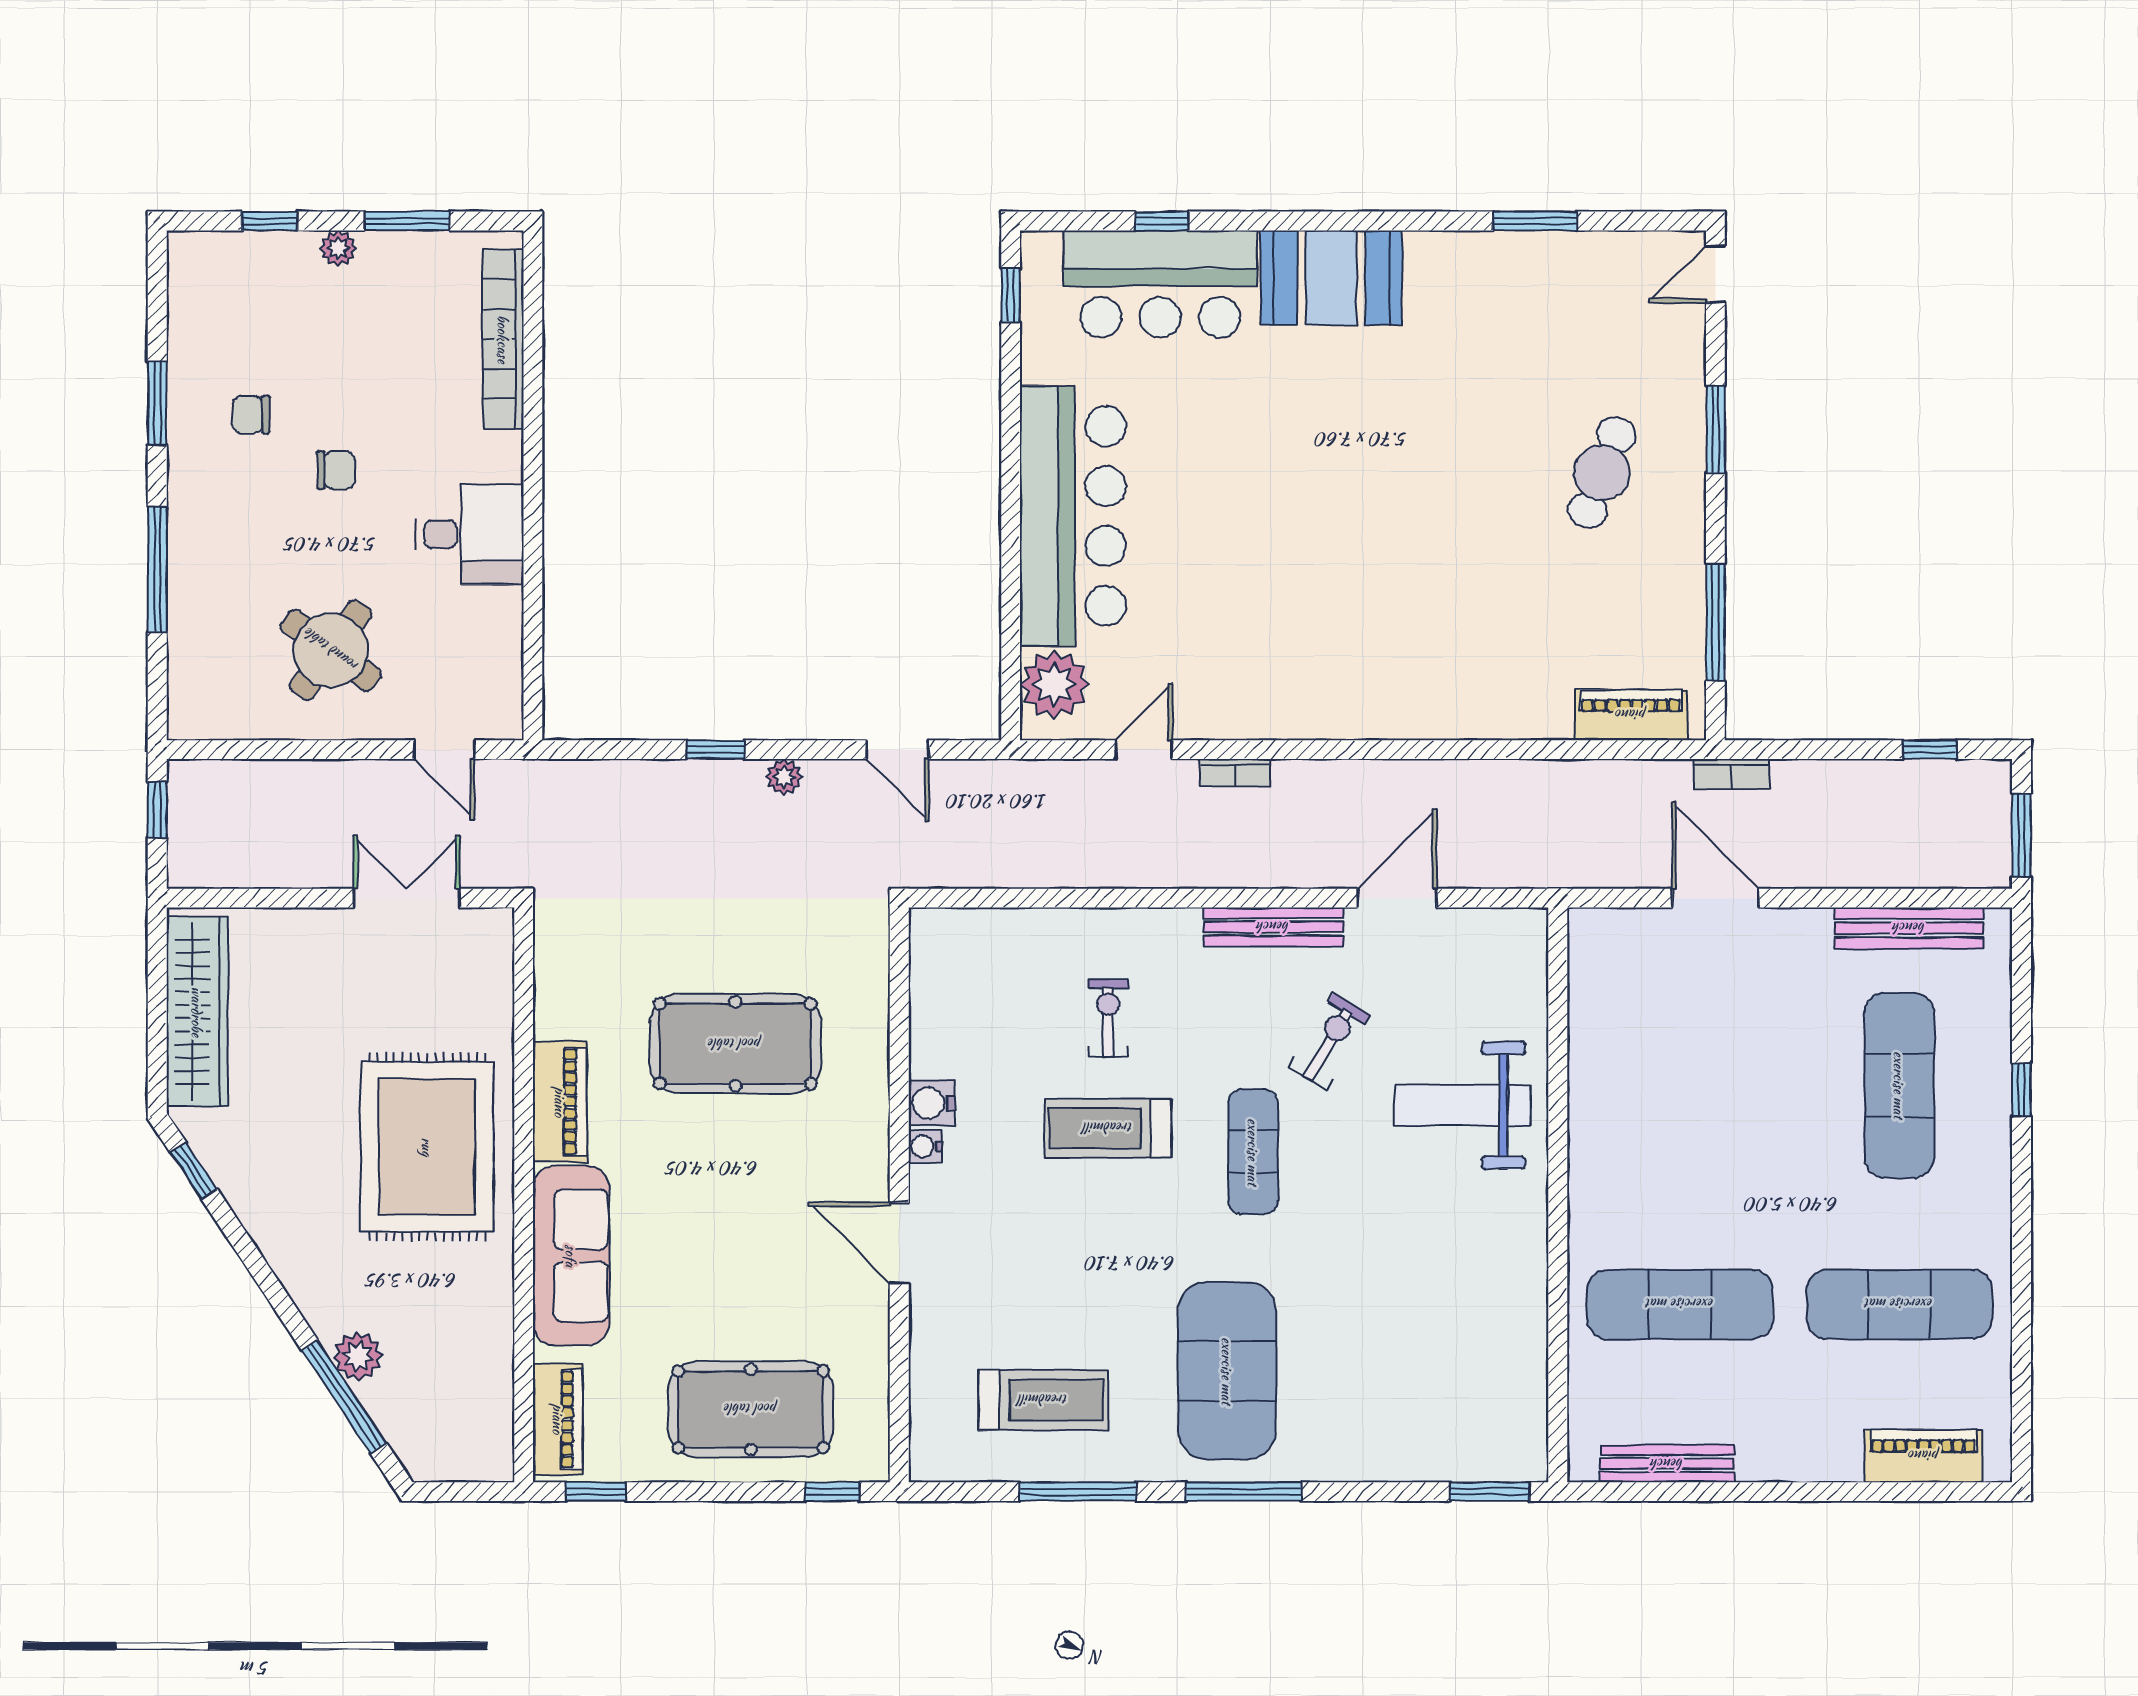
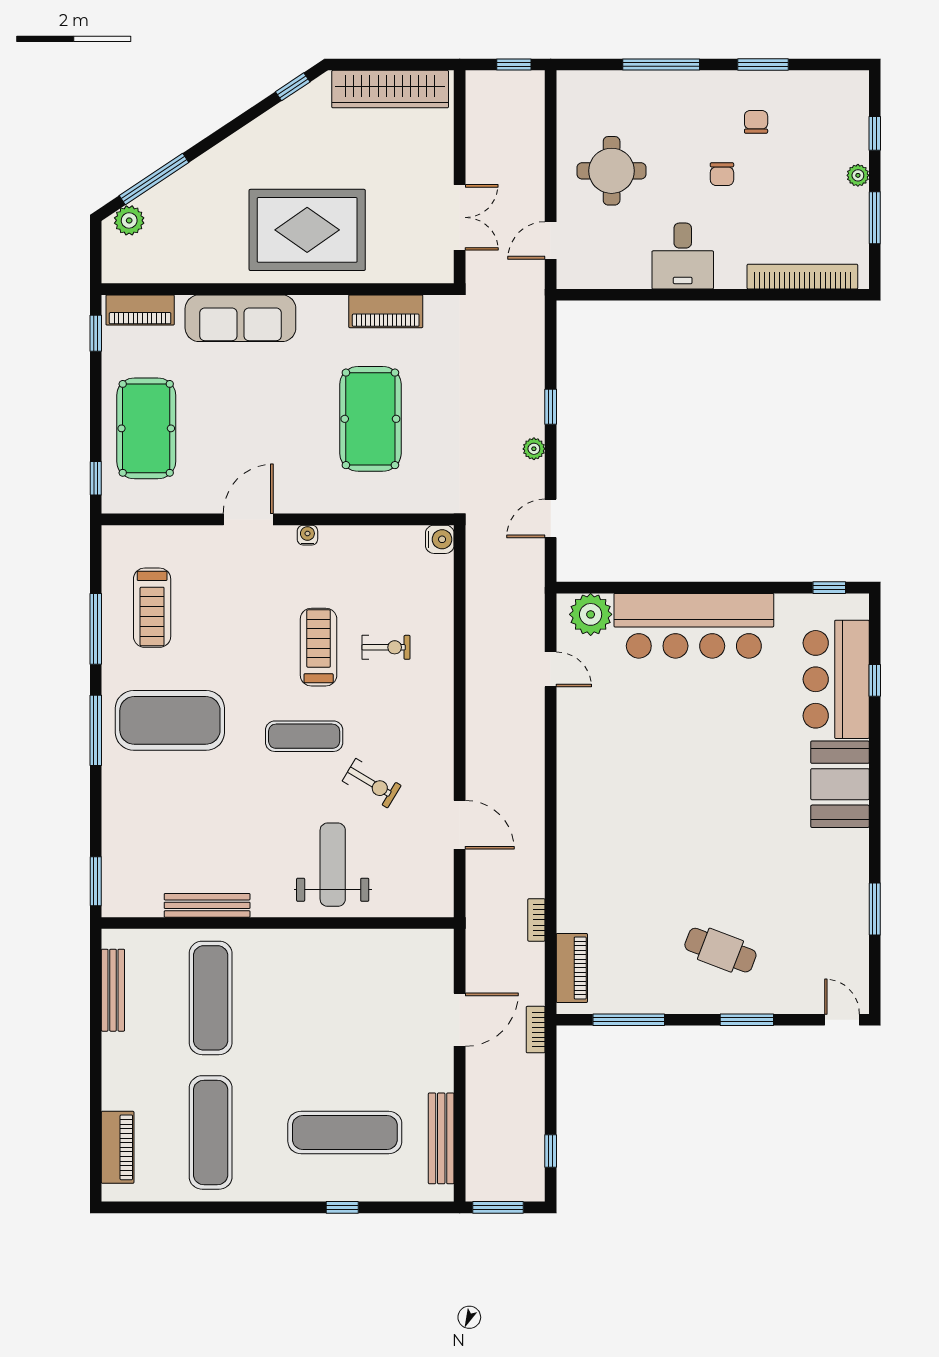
round table: (331, 650) -> (612, 171), turned -36
bookcase: (1235, 773) -> (536, 920), moved
bench: (1273, 927) -> (207, 905), moved, turned 90
piano: (560, 1102) -> (386, 311), moved
water cooler: (932, 1103) -> (440, 539), moved, turned 90
plant: (358, 1356) -> (129, 220), moved

